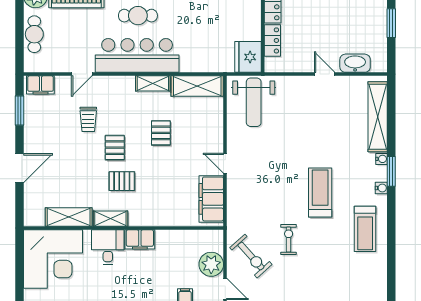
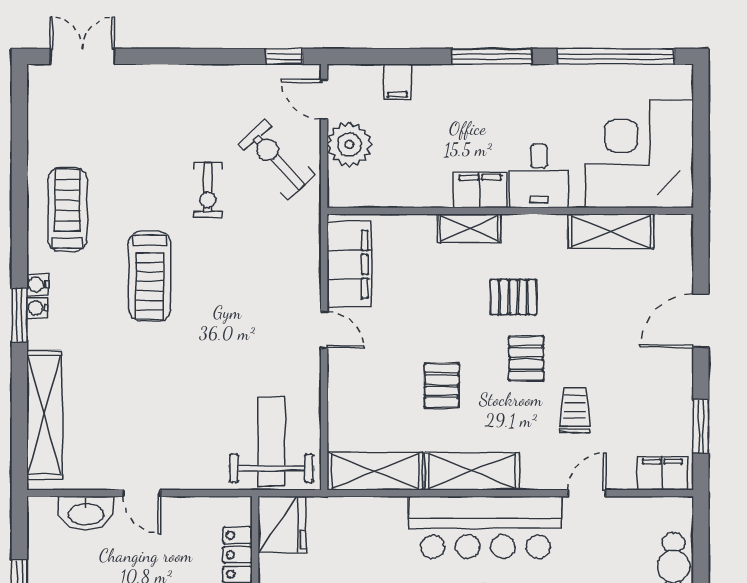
shelving: (153, 83) -> (472, 471), width x1.50, depth x1.33
water cooler: (382, 159) -> (37, 308), moved
shelving: (110, 219) -> (469, 228), moved

